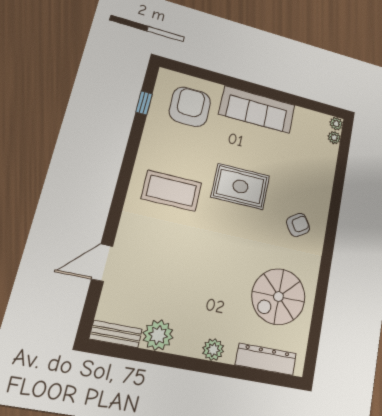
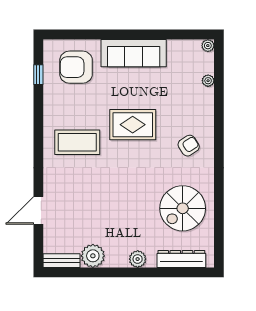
armchair: (190, 107) -> (76, 67), turned -90
plant: (334, 138) -> (208, 81), moved

